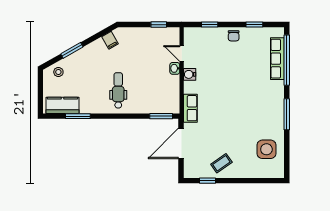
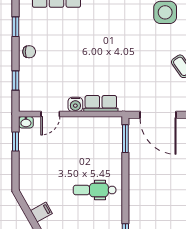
filing cabinet: (110, 40) -> (41, 212), moved
washbasin: (175, 68) -> (26, 122), moved
row of seats: (190, 108) -> (101, 104), moved

